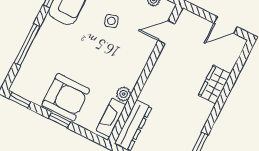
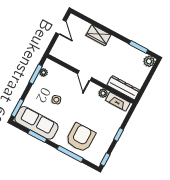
door: (166, 32) -> (85, 76), moved
armchair: (66, 97) -> (81, 138), moved

